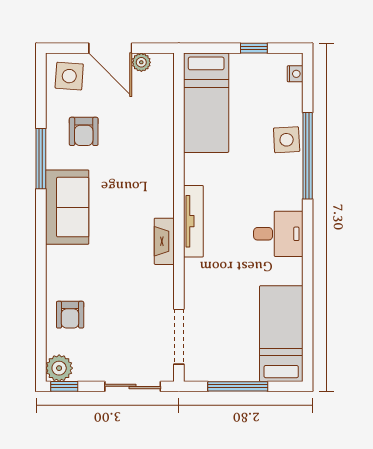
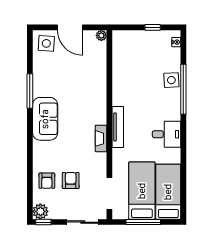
plant: (141, 62) -> (101, 35), moved
bed: (206, 103) -> (142, 191), moved, turned 180
armchair: (84, 131) -> (71, 180), moved, turned 180

